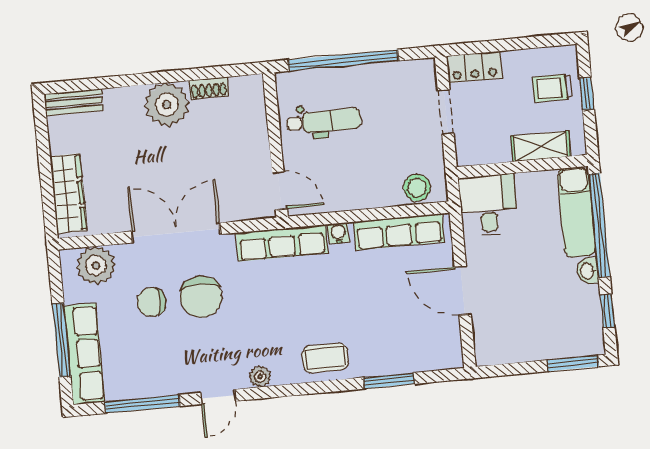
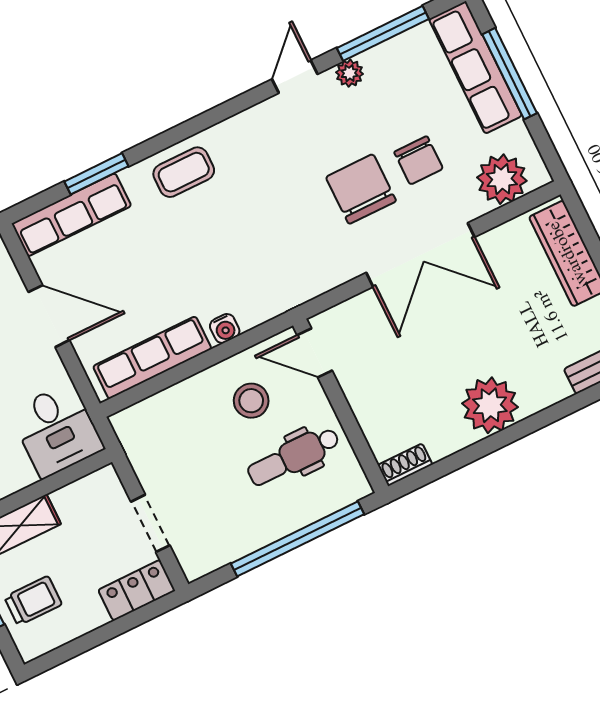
shoe rack: (209, 88) -> (405, 465), moved
stool: (417, 188) -> (251, 401), moved
row of seats: (282, 243) -> (72, 215), moved, turned 180
chair: (151, 302) -> (419, 160), turned 90
plant: (260, 377) -> (349, 73), moved

